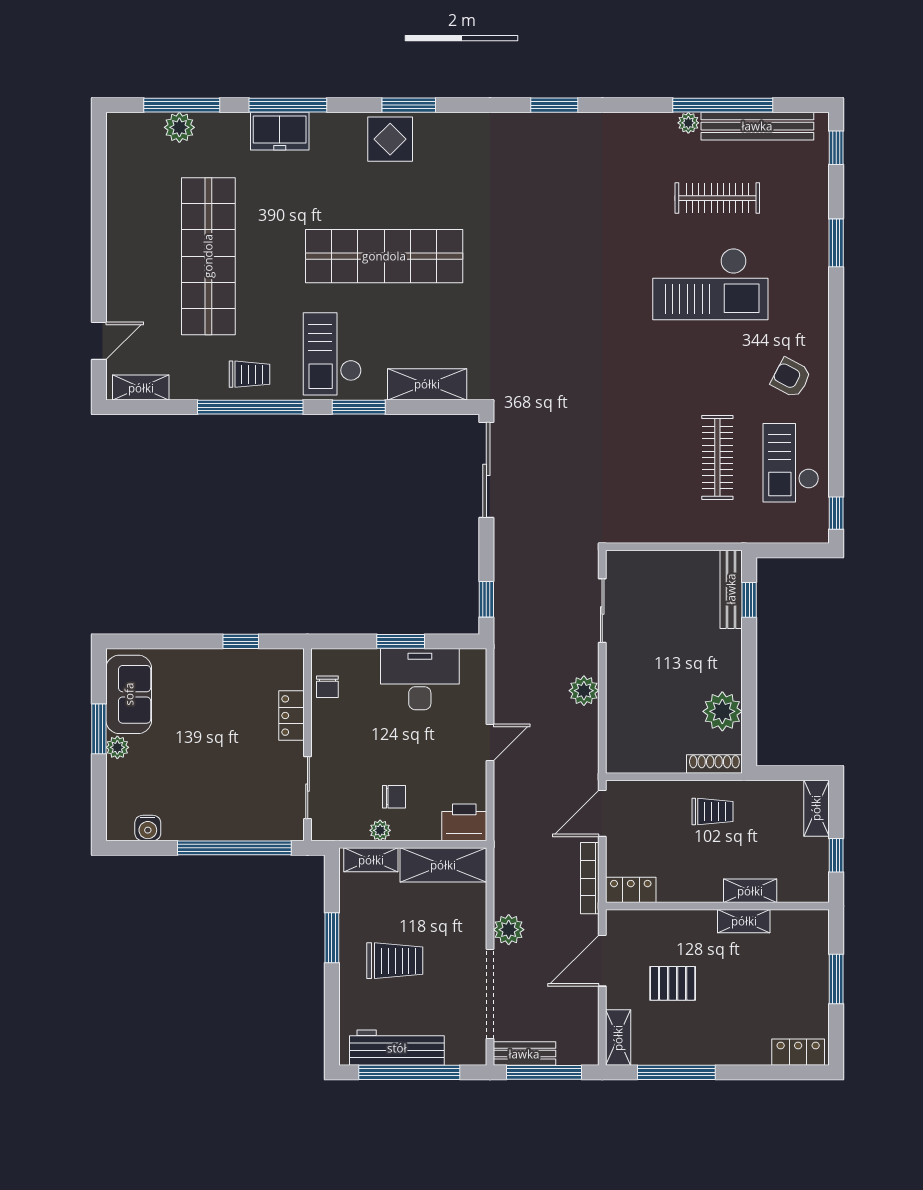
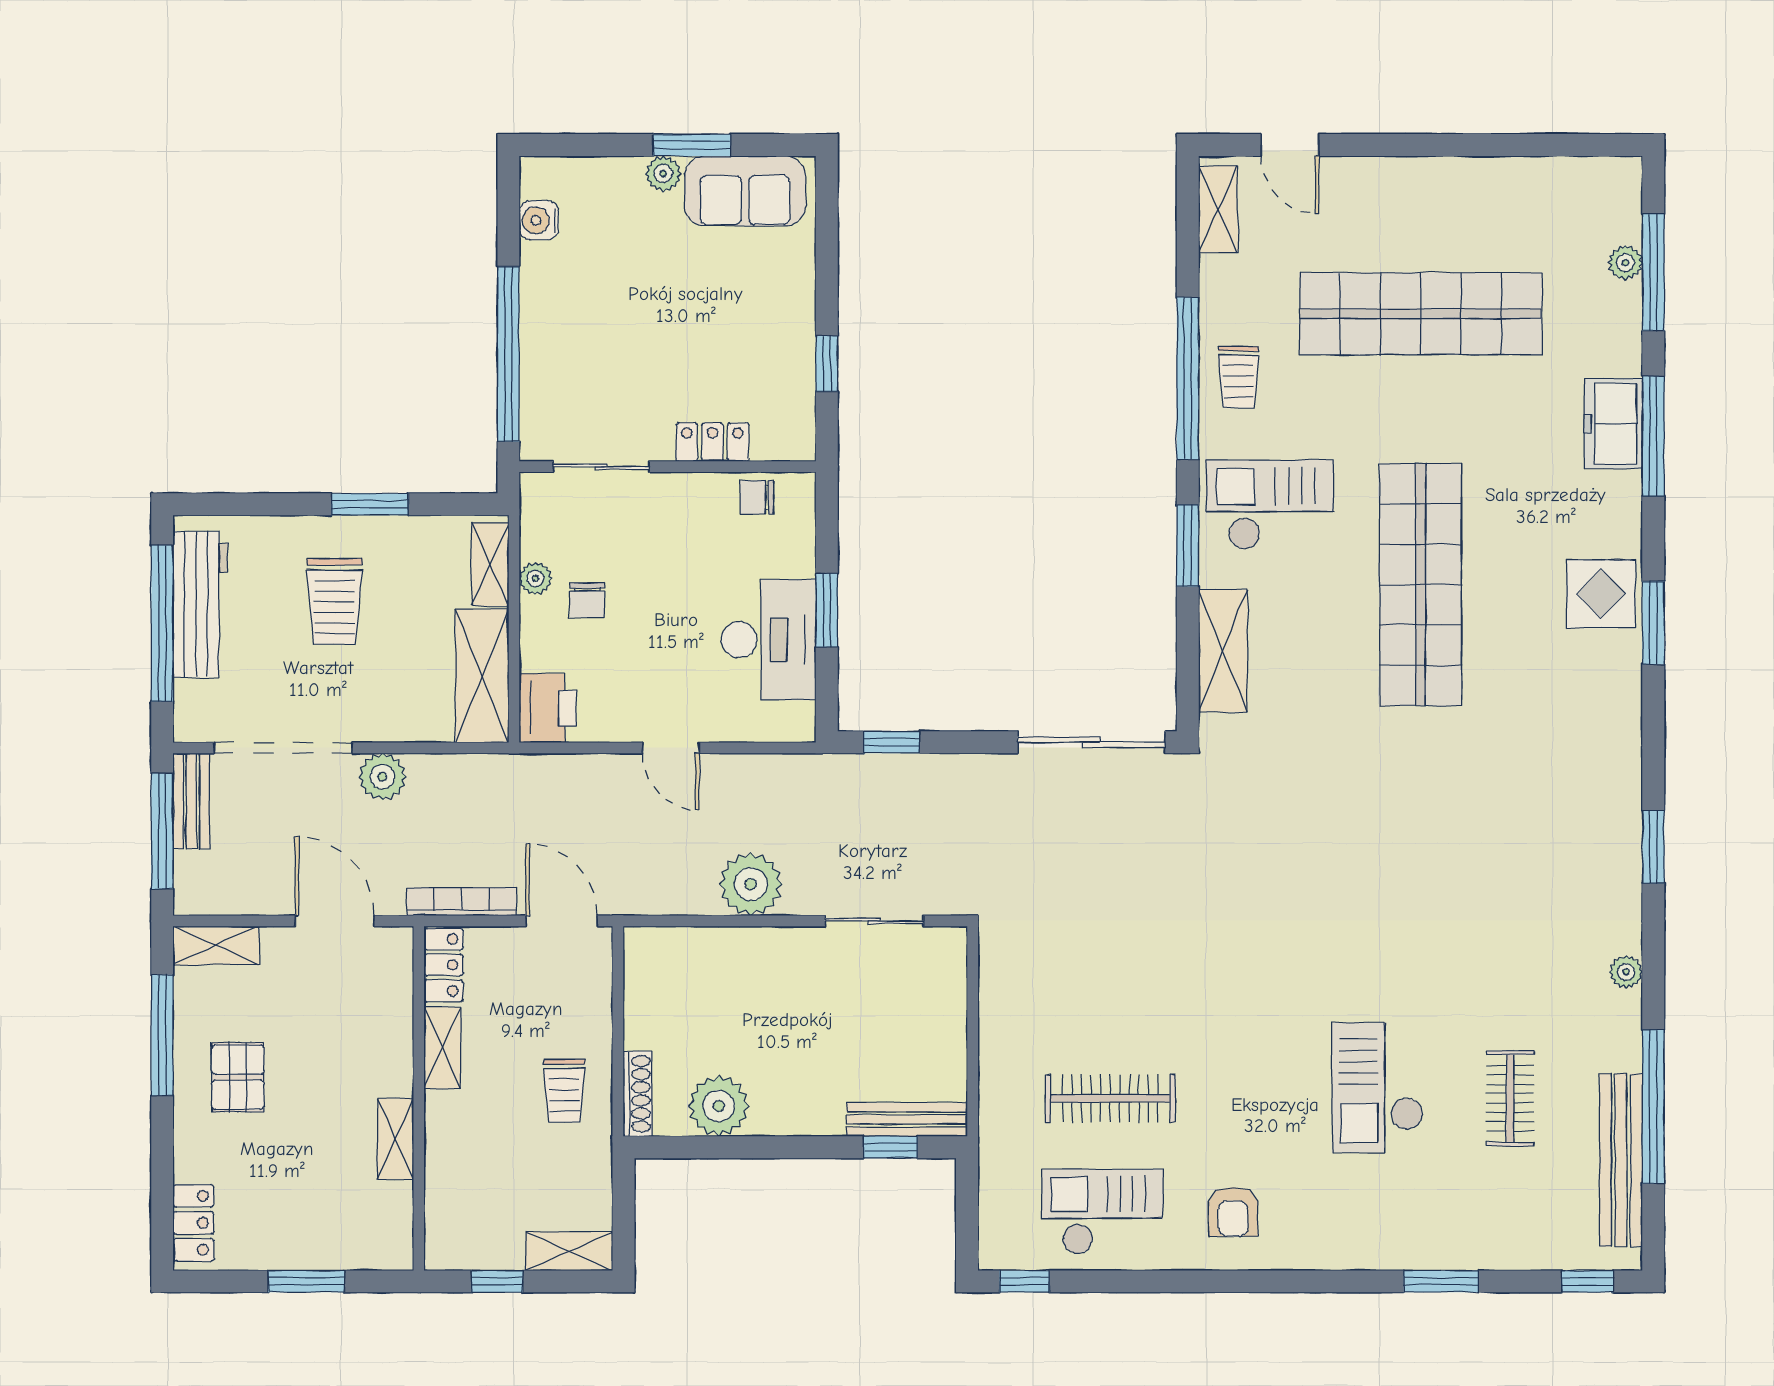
plant: (688, 123) -> (1626, 972), moved
plant: (179, 127) -> (1625, 263), width x0.73, depth x0.73
clothes rail: (717, 198) -> (1510, 1098), width x0.73
checkout: (710, 284) -> (1378, 1088), width x0.73, depth x0.83
armchair: (791, 378) -> (1233, 1212), turned 152
plant: (584, 691) -> (751, 884), width x1.36, depth x1.36
shelving: (750, 891) -> (442, 1048), moved
pallet: (673, 983) -> (238, 1077), moved

